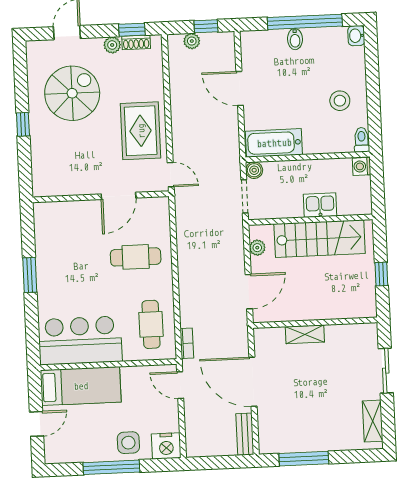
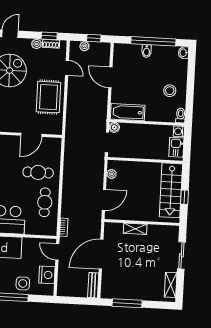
door: (171, 175) -> (67, 68), moved
kitchen sink: (320, 205) -> (176, 147), moved, turned -90
stairs: (320, 239) -> (171, 190), moved, turned 90
cafe table: (151, 324) -> (45, 202), moved
door: (253, 382) -> (101, 254), hinge flipped
nightstand: (166, 446) -> (47, 275), moved, turned -90

